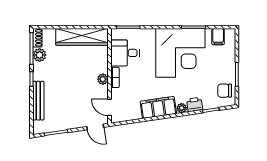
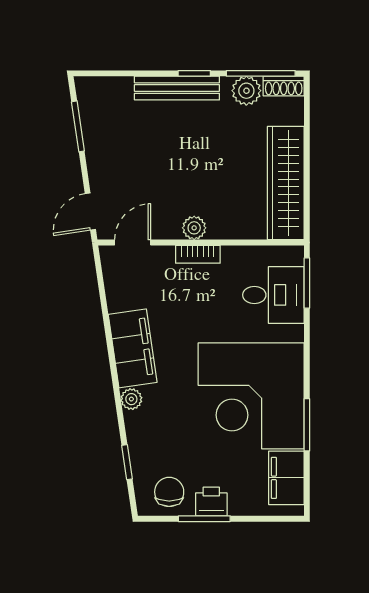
filing cabinet: (218, 37) -> (286, 478), width x2.00
desk: (125, 53) -> (273, 295), moved, turned 90
bench: (38, 101) -> (177, 88), moved
printer: (195, 104) -> (211, 502), moved, turned -82

